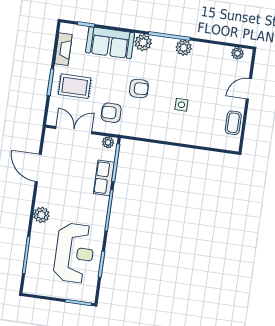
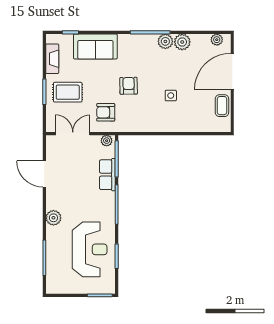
plant: (143, 43) -> (182, 42), moved
armchair: (139, 88) -> (129, 86), turned -89
door: (249, 89) -> (232, 72), width x1.88

